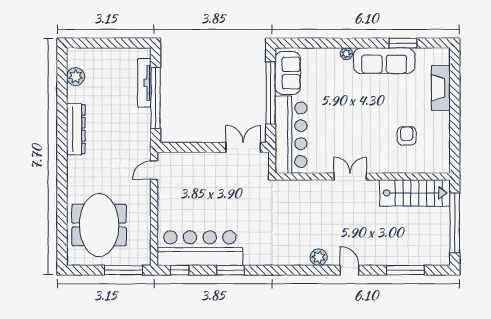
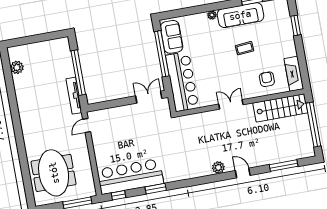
tv unit: (144, 83) -> (74, 96), moved
window: (455, 87) -> (296, 25), added
fireplace: (441, 88) -> (294, 74), moved
coffee table: (382, 105) -> (245, 48), added
dresser: (76, 129) -> (24, 106), removed
armchair: (407, 136) -> (267, 79), moved

